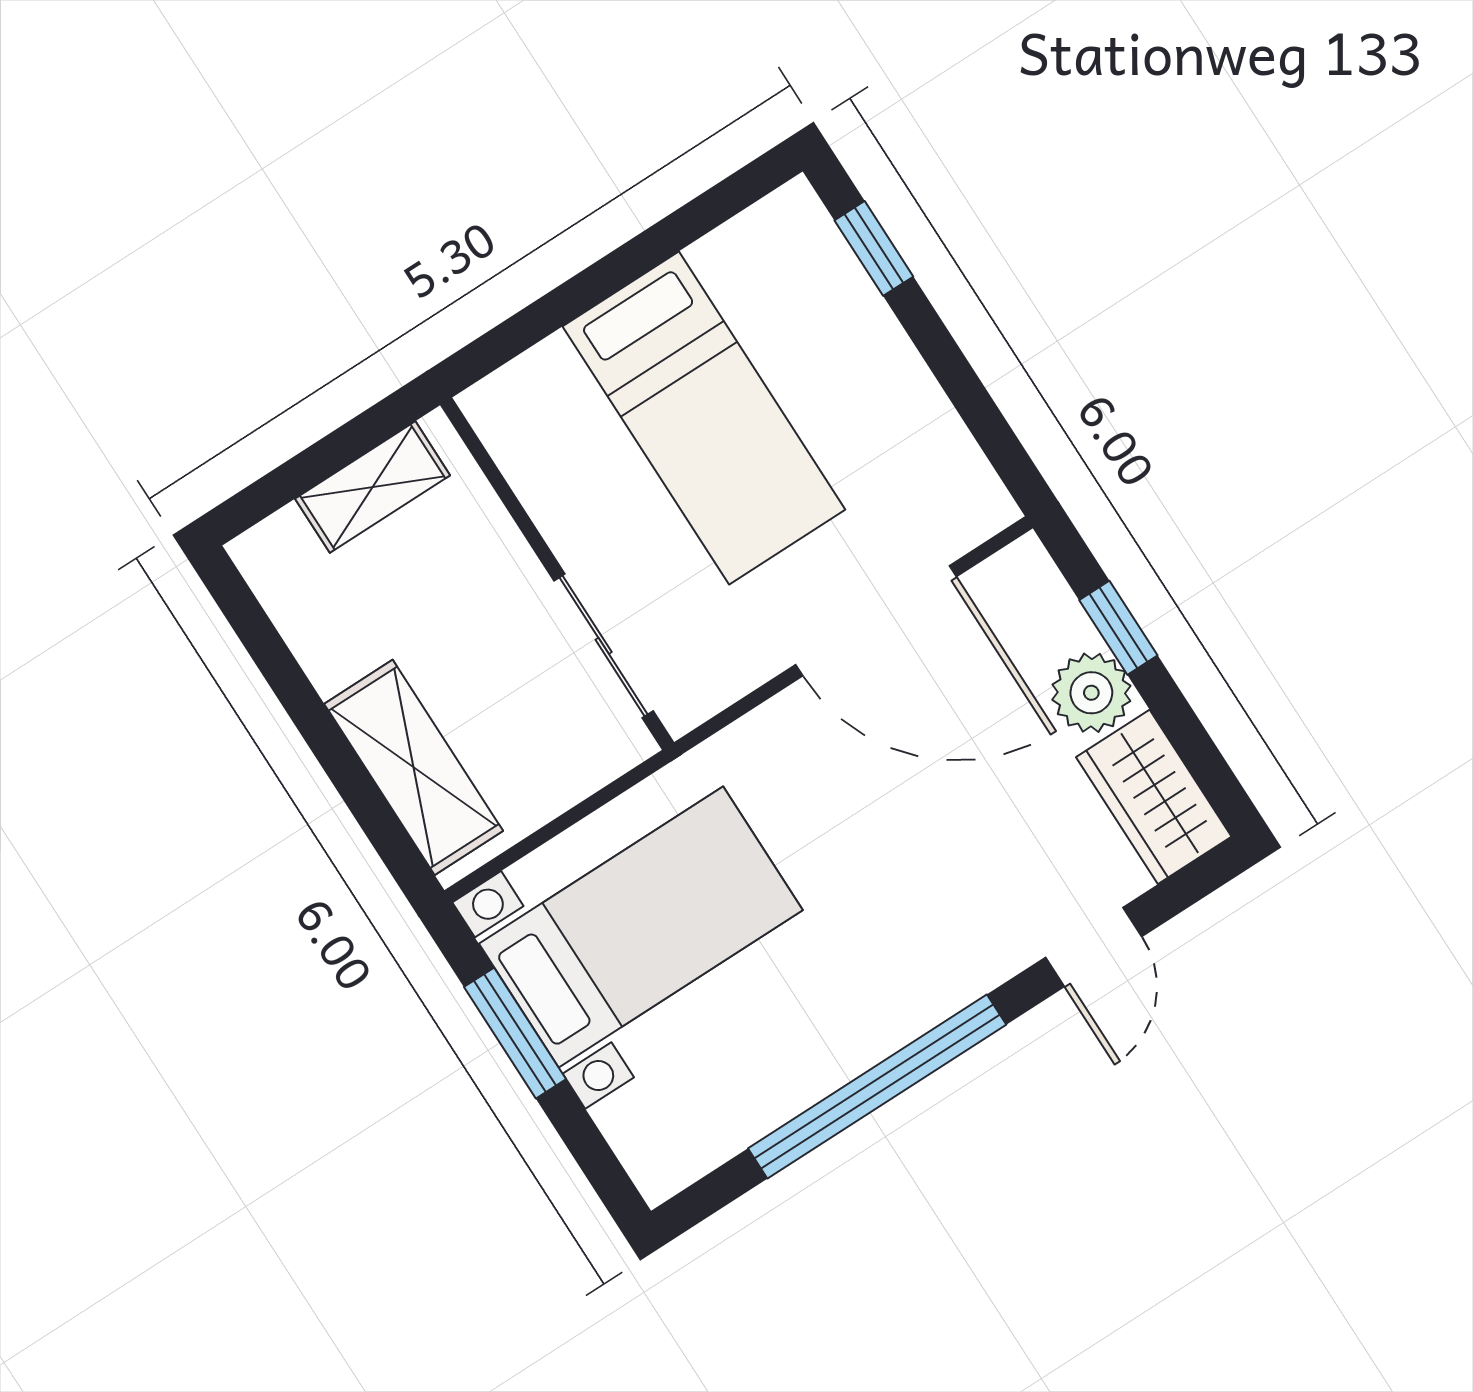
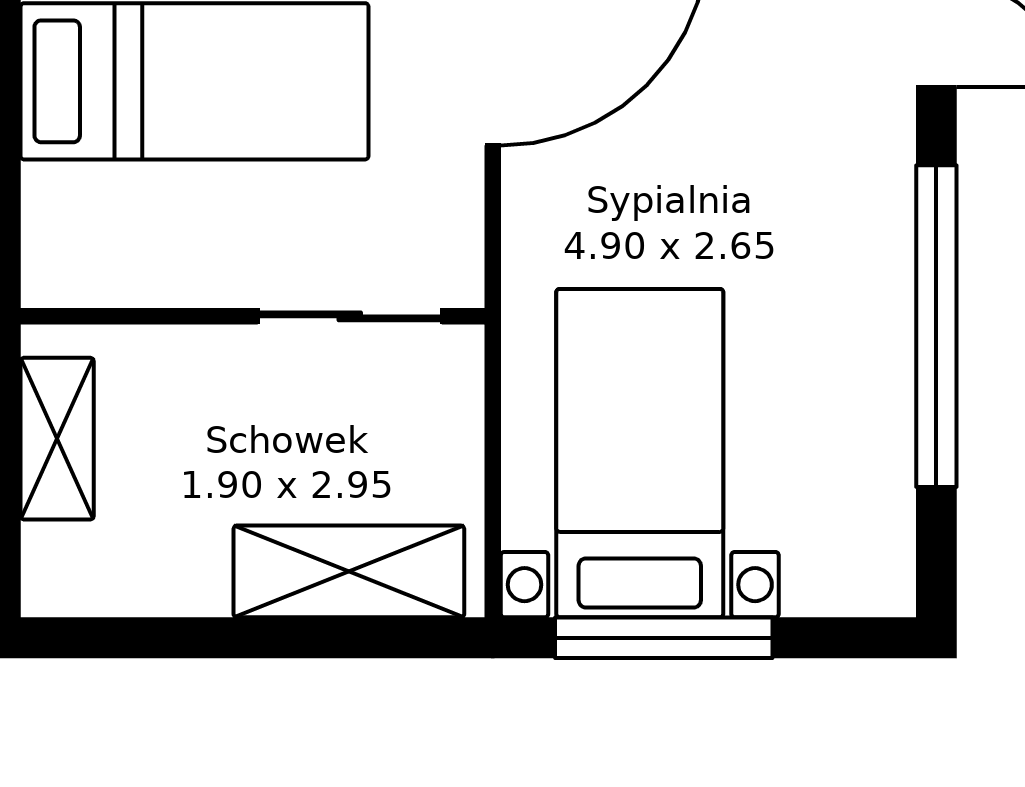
window: (515, 1033) -> (664, 638), width x1.44

